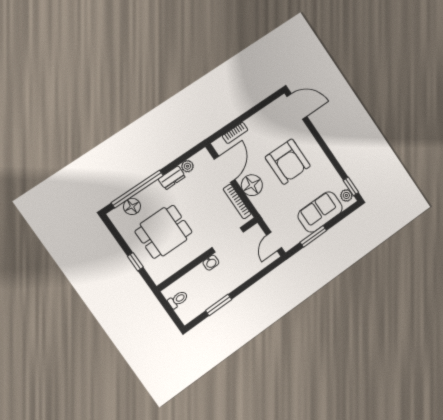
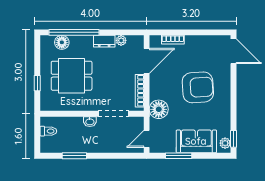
armchair: (288, 162) -> (198, 87), turned -94
floor lamp: (252, 185) -> (159, 109), moved

